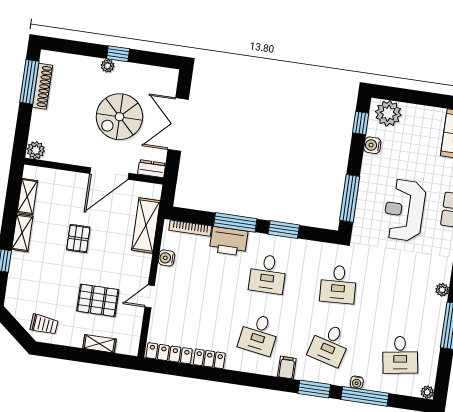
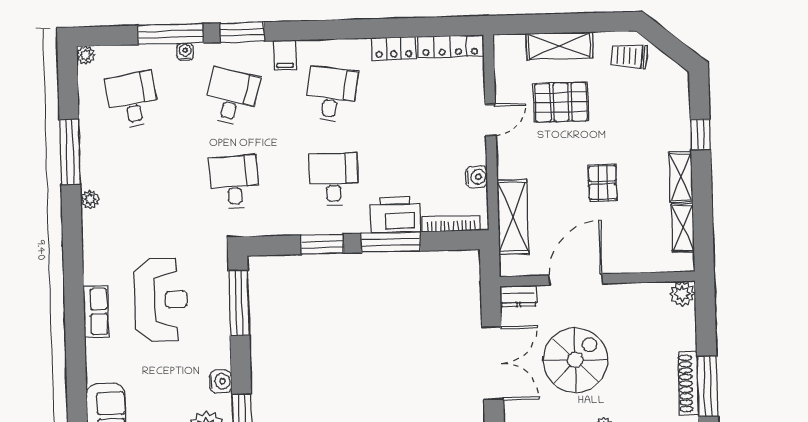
shelving: (99, 344) -> (559, 46), width x1.50, depth x1.33

